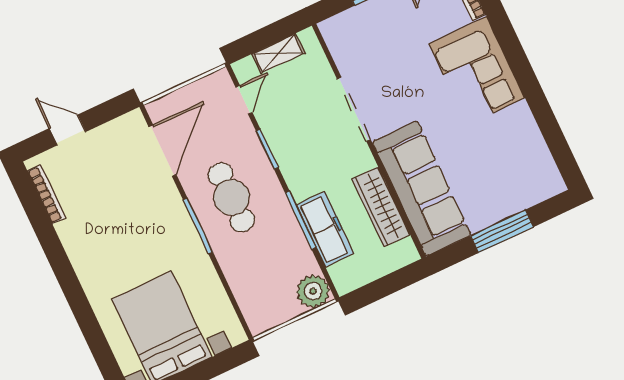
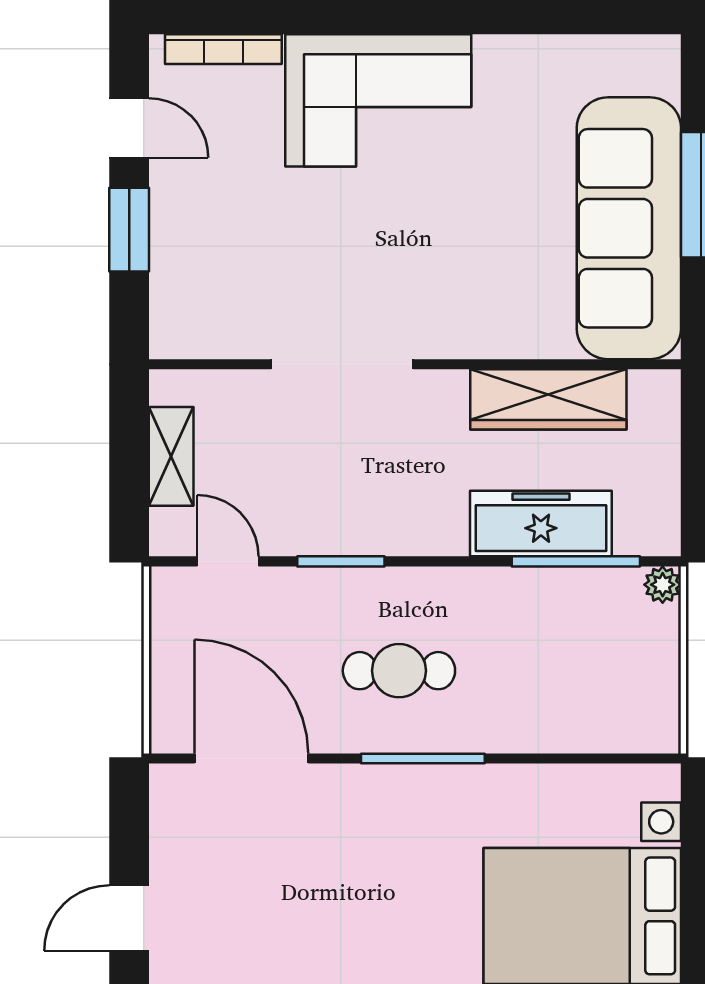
sofa: (422, 188) -> (629, 228), moved, turned -90
cafe table: (231, 197) -> (399, 671), width x0.73, depth x0.74
window: (301, 220) -> (576, 561), moved
plant: (313, 291) -> (663, 585), width x0.53, depth x0.53

